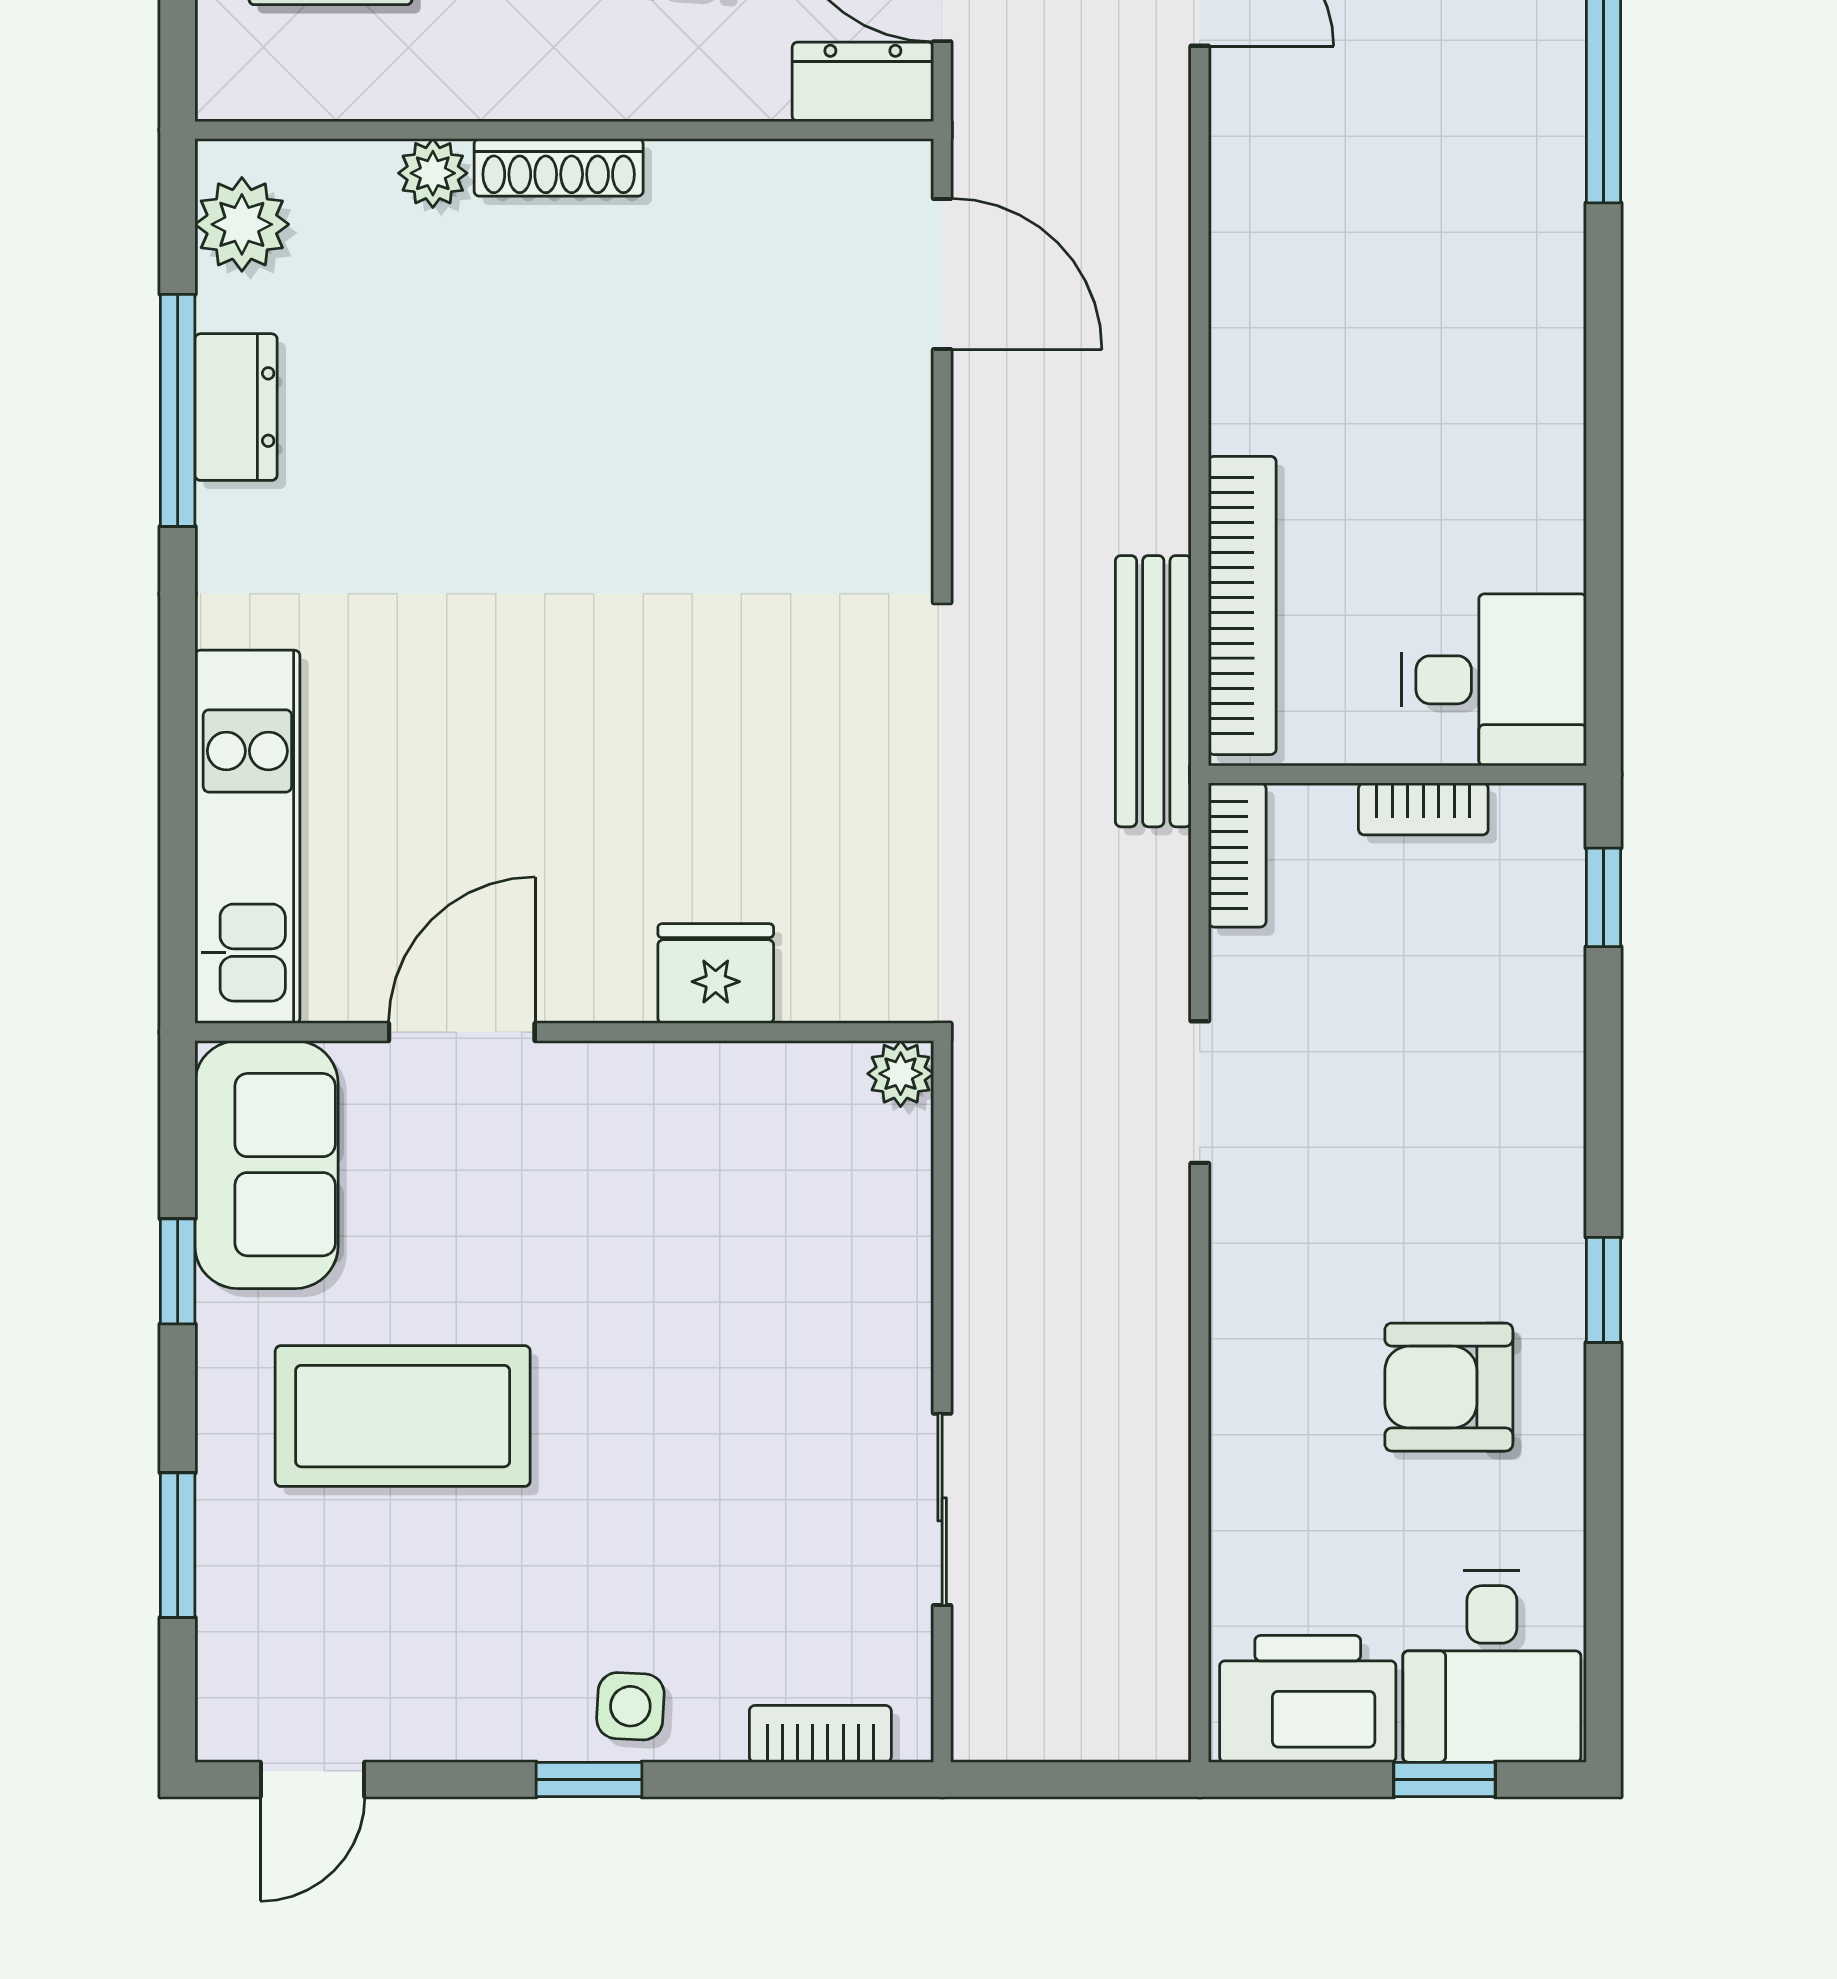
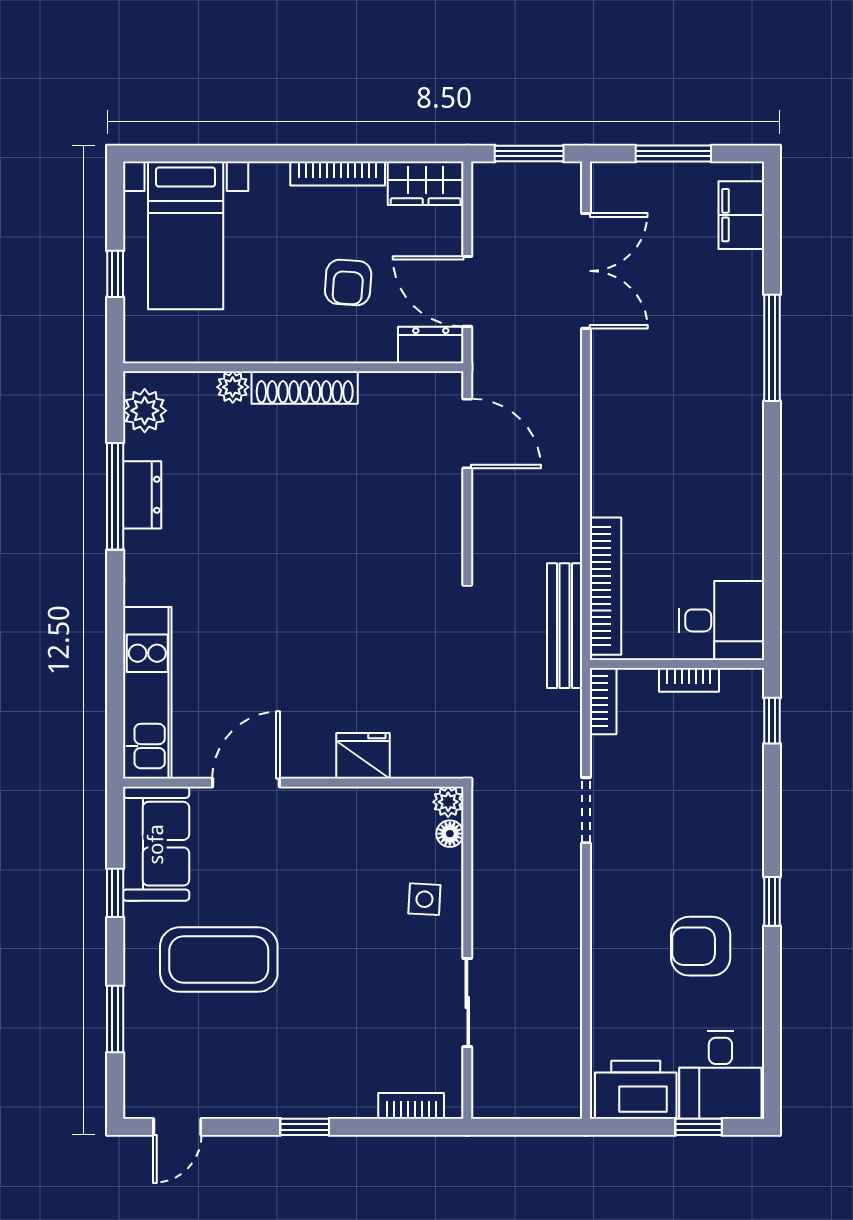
shoe rack: (559, 167) -> (305, 388), width x1.36, depth x1.24
floor lamp: (904, 1143) -> (450, 834), added
side table: (630, 1706) -> (424, 899), moved

